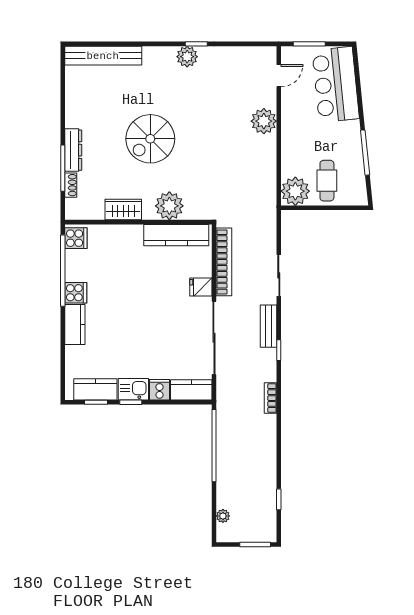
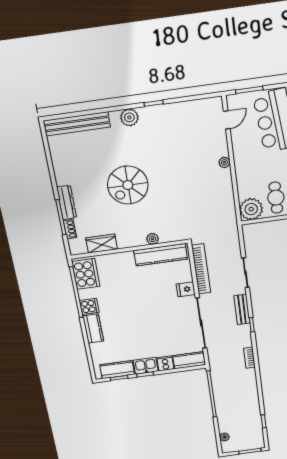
plant: (187, 57) -> (129, 117), moved
plant: (264, 121) -> (224, 162), width x0.53, depth x0.53
plant: (169, 206) -> (152, 239), width x0.53, depth x0.53
wardrobe: (123, 209) -> (102, 244), moved
cooker: (76, 238) -> (86, 274), width x1.87, depth x1.31

